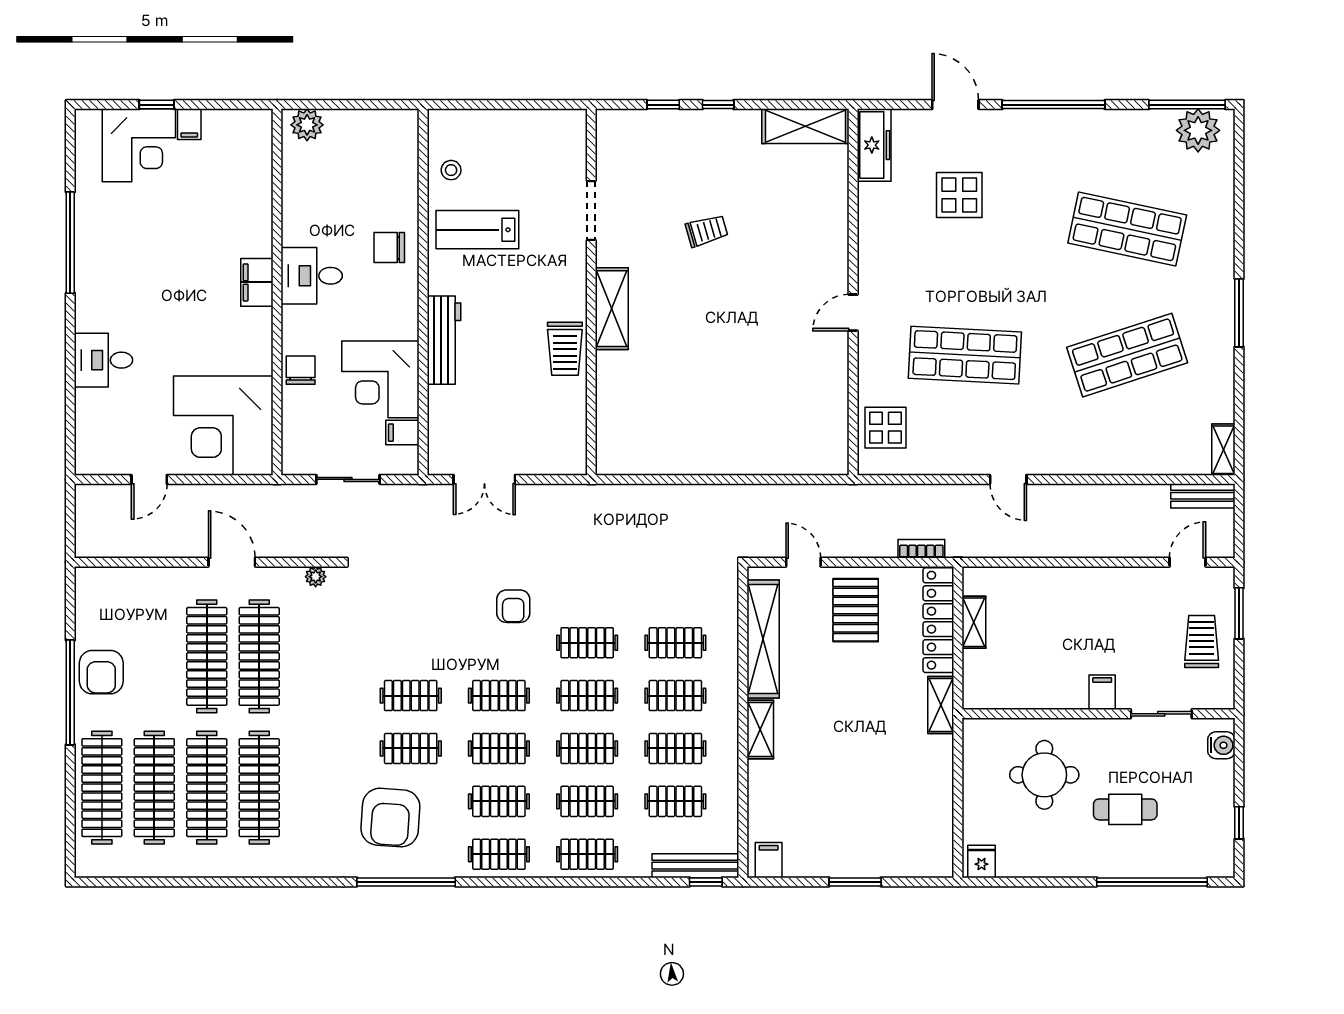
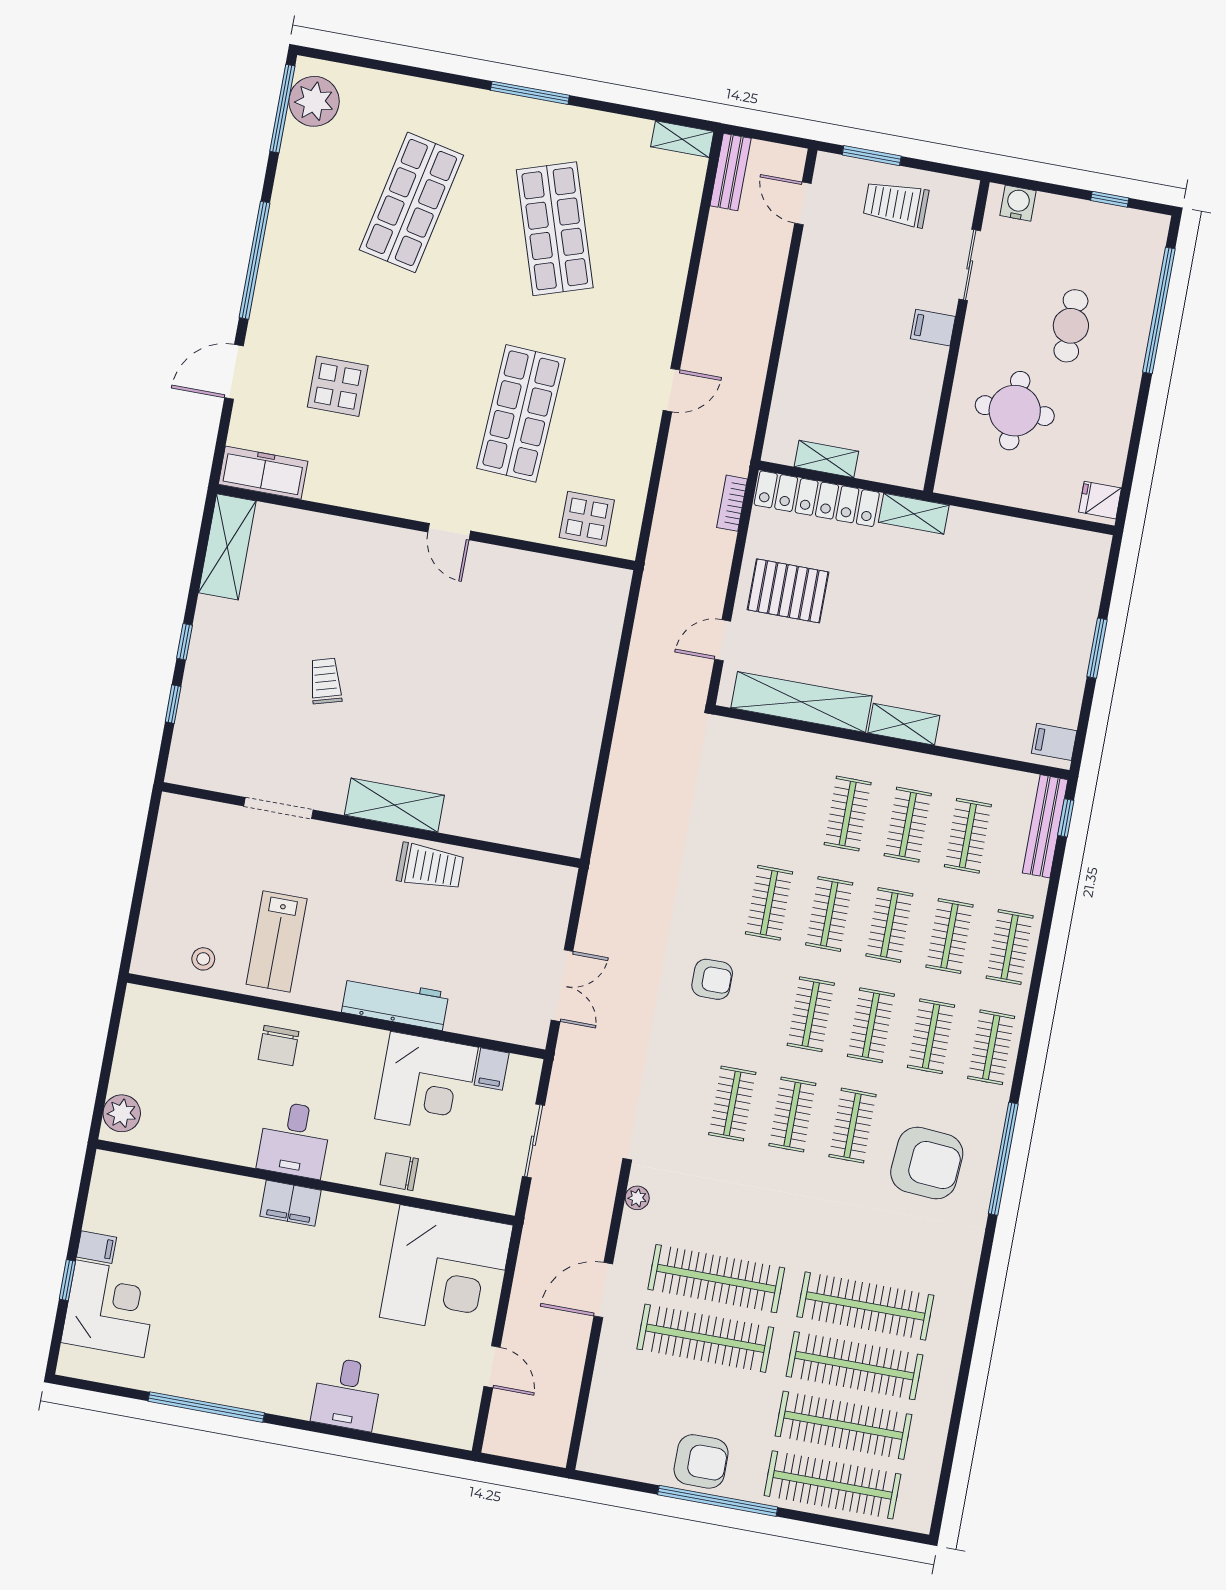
clothes rail: (675, 643) -> (732, 1103), moved

